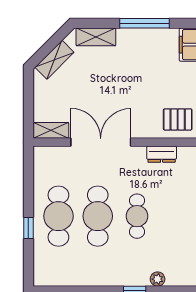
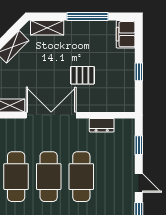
pallet: (178, 119) -> (82, 75), moved
cafe table: (137, 216) -> (81, 177), width x1.37, depth x1.35

